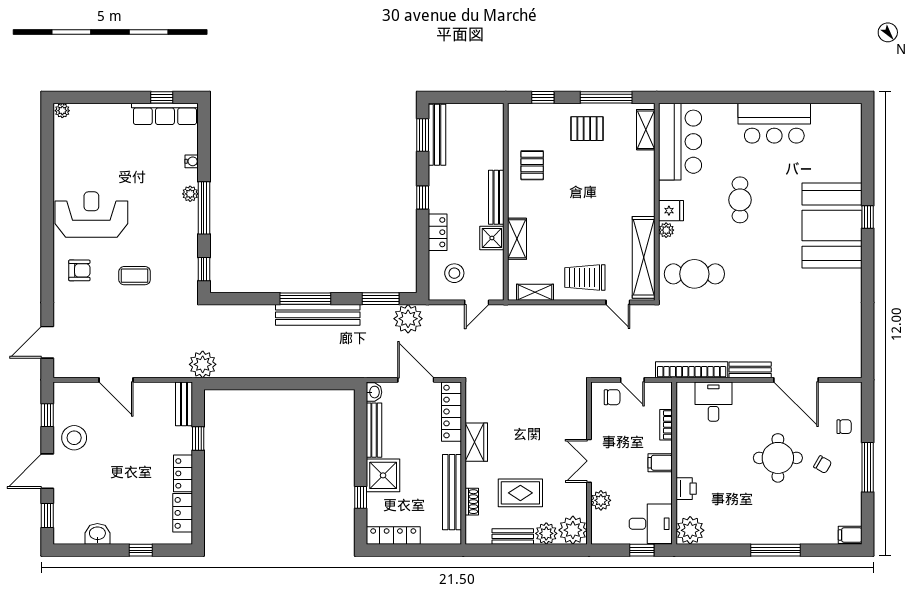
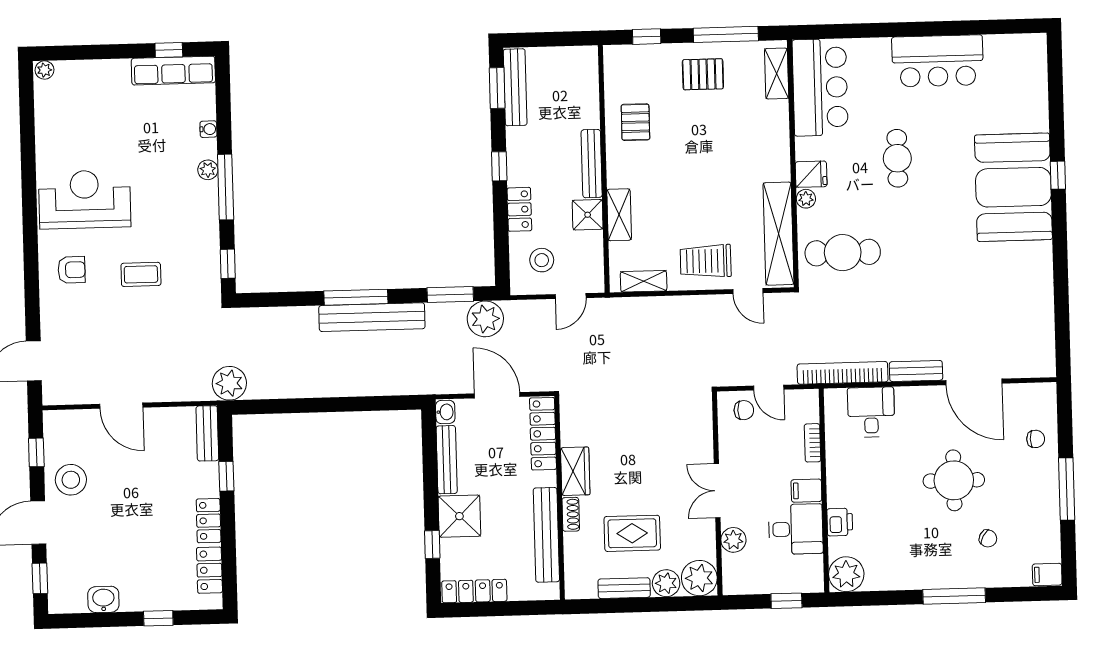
chair: (823, 465) -> (988, 538), moved
shoe rack: (472, 502) -> (571, 514), moved
desk: (651, 524) -> (796, 529), moved

